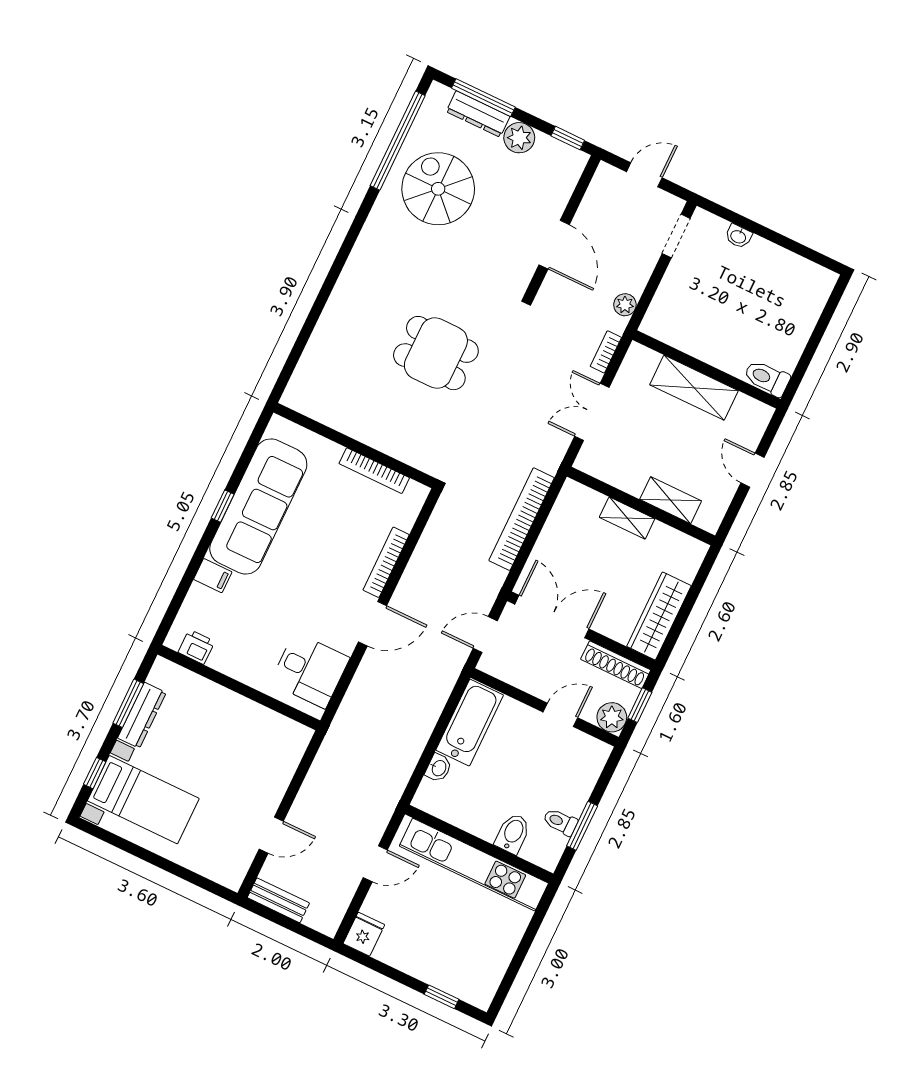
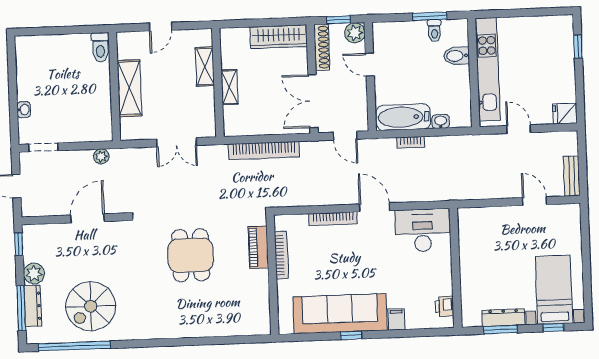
bookcase: (606, 352) -> (411, 142), moved
piano: (400, 446) -> (258, 247), added
desk: (310, 670) -> (423, 230), width x1.37

